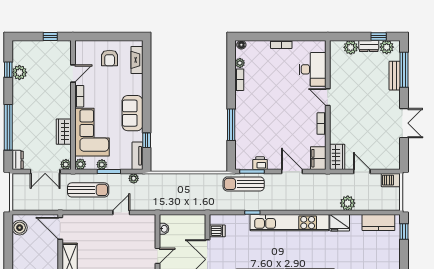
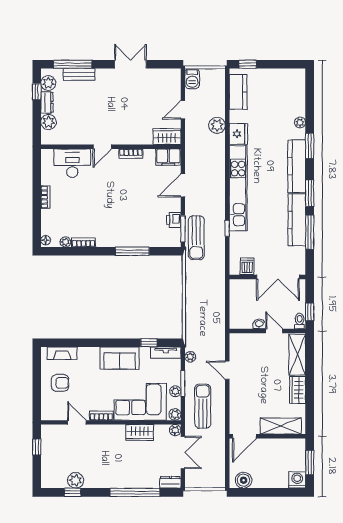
washbasin: (164, 229) -> (259, 324), moved

